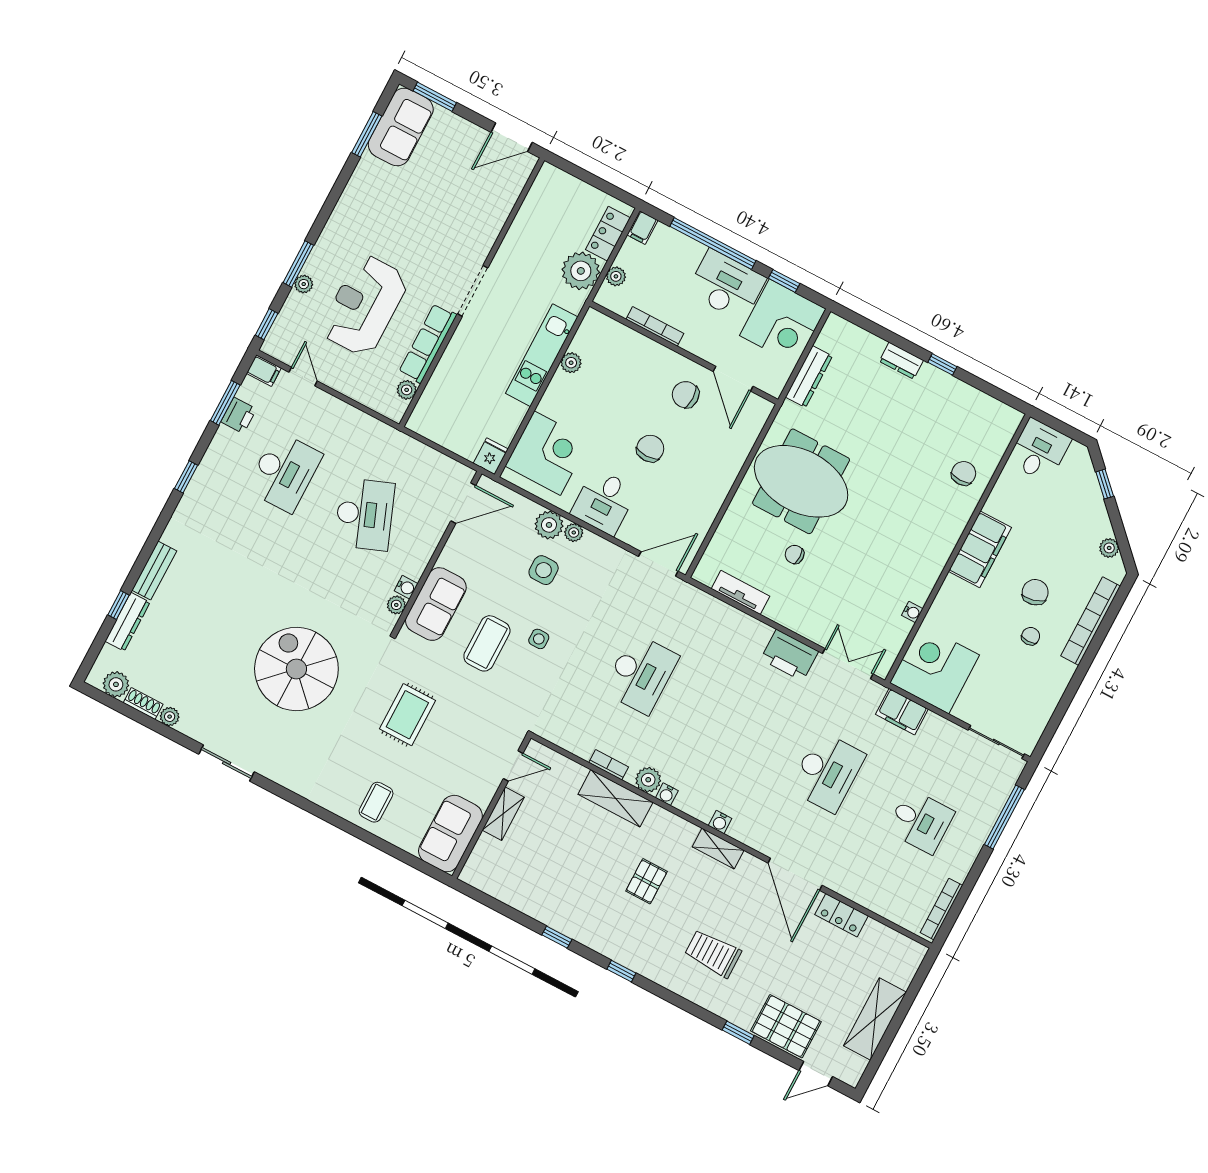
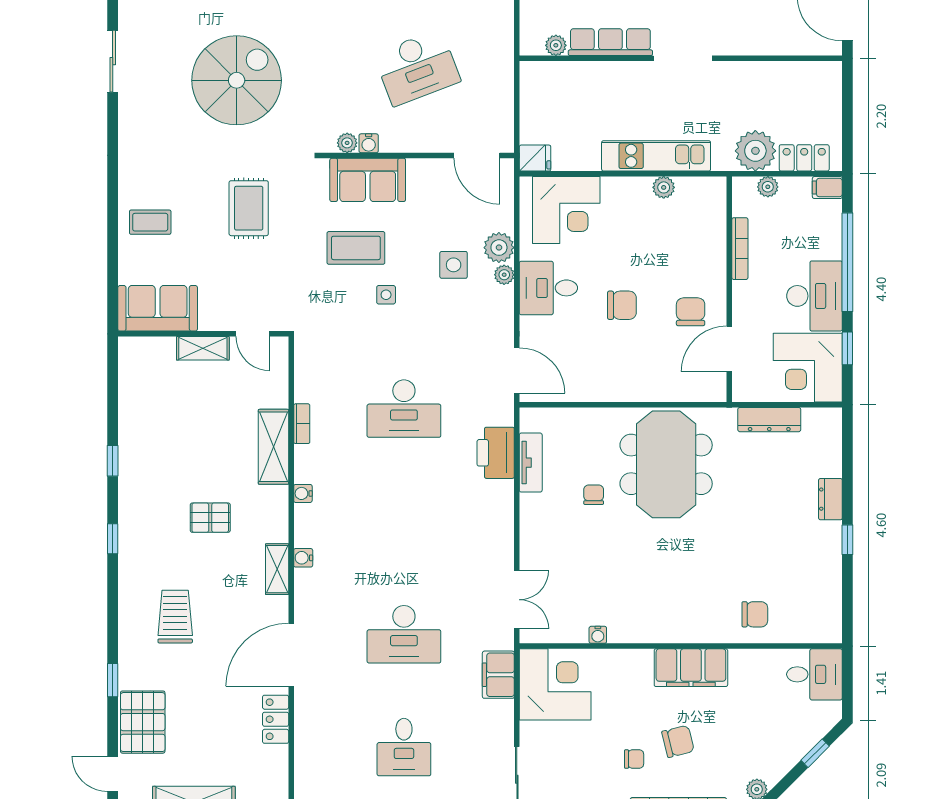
printer: (790, 655) -> (496, 453), moved
rug: (407, 715) -> (249, 208), turned 90
plant: (648, 780) -> (307, 469), removed

